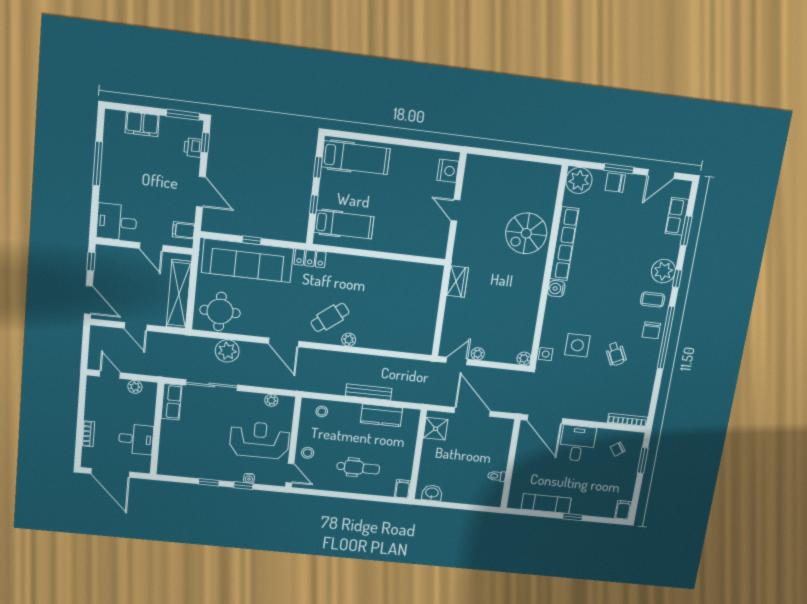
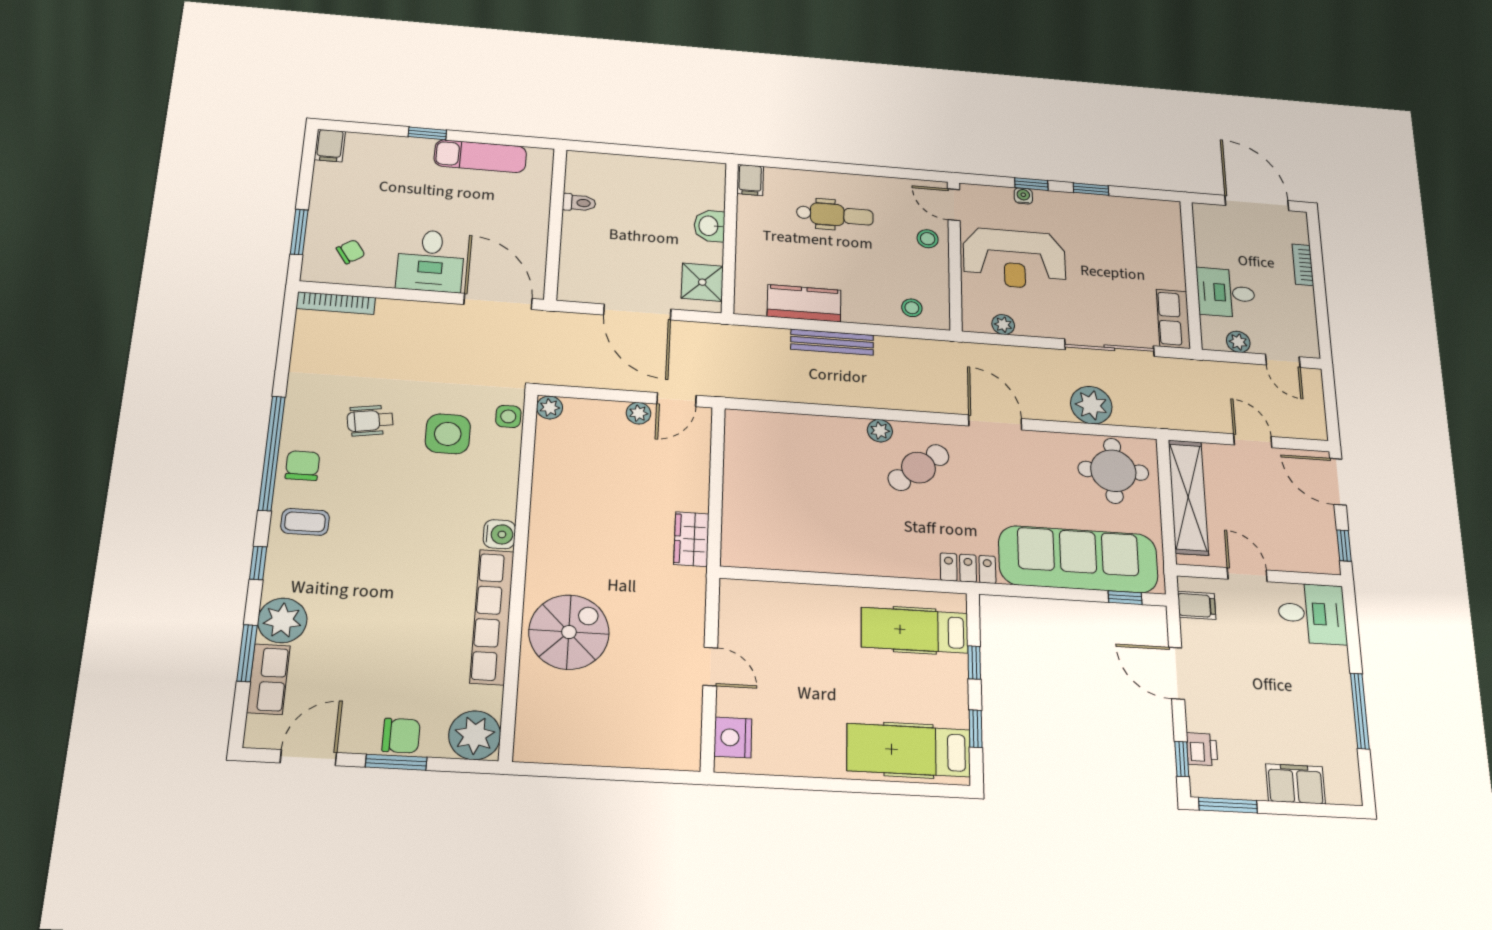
window: (252, 240) -> (1125, 598), moved
plant: (663, 271) -> (282, 620), moved
wheelchair: (616, 354) -> (370, 421), turned -73
desk: (136, 439) -> (1226, 293), moved
dental chair: (358, 468) -> (835, 215), turned 180
washbasin: (432, 493) -> (709, 226), moved, turned 90

